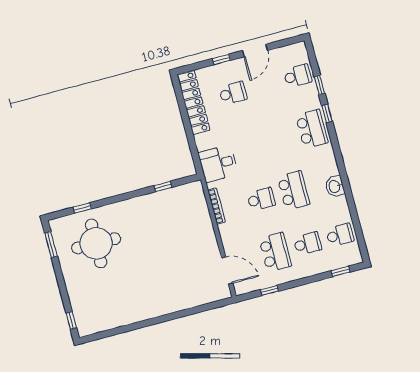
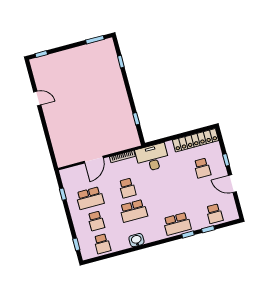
desk: (218, 164) -> (152, 158), width x1.37
round table: (96, 243) -> (96, 72), removed
door: (227, 271) -> (94, 160), moved
door: (134, 326) -> (37, 98), added

